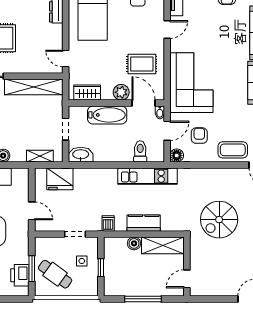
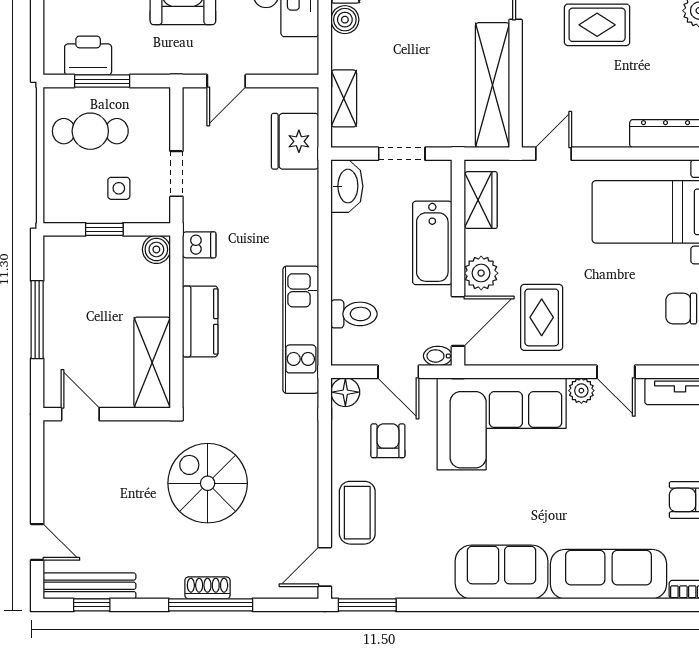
plant: (176, 46) -> (581, 391), added
armchair: (199, 136) -> (388, 441), turned -90
boiler: (134, 243) -> (156, 249), moved
cafe table: (55, 274) -> (90, 131), turned 54

